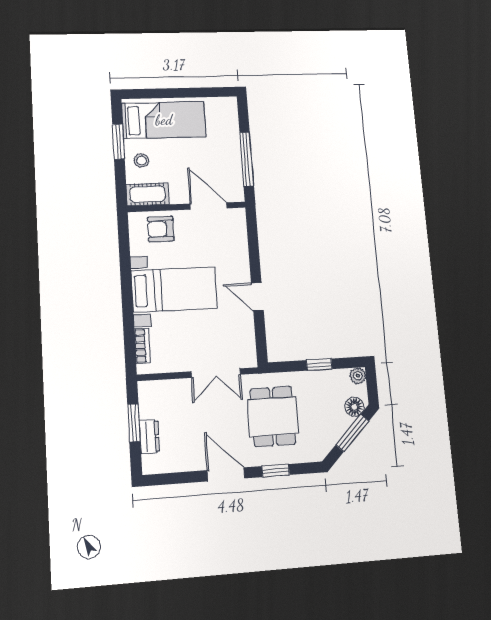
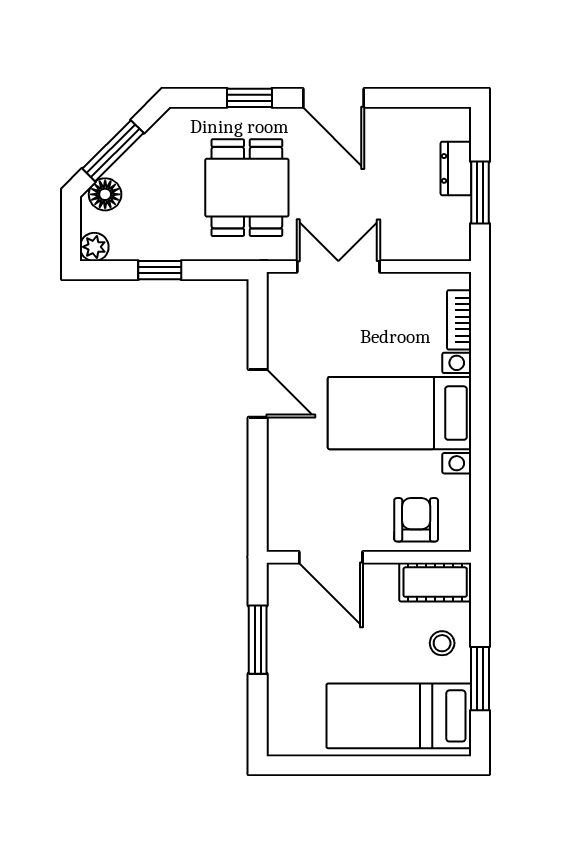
window: (247, 159) -> (258, 640), width x0.69
armchair: (161, 229) -> (416, 520), turned -90

